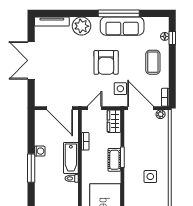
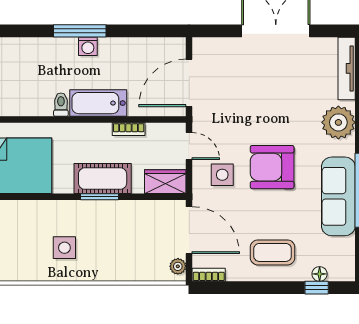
side table: (120, 89) -> (222, 175), moved
door: (141, 108) -> (189, 230), hinge flipped
washing machine: (40, 151) -> (88, 46), moved
cot: (114, 160) -> (103, 179), width x1.37, depth x1.34

